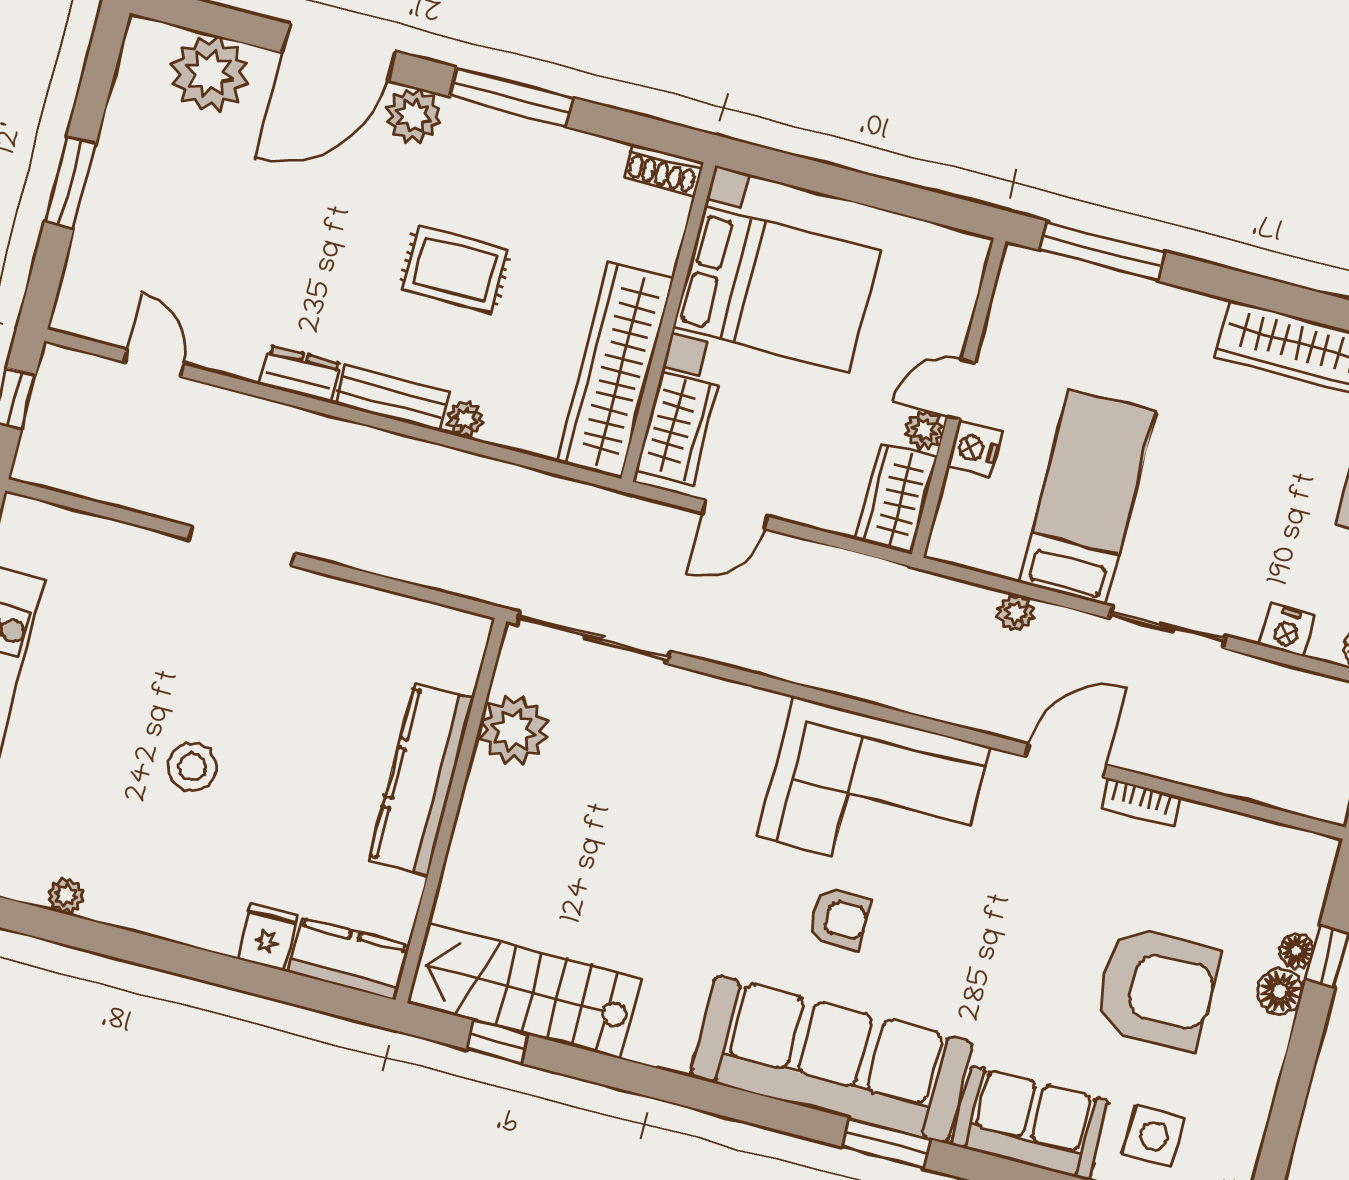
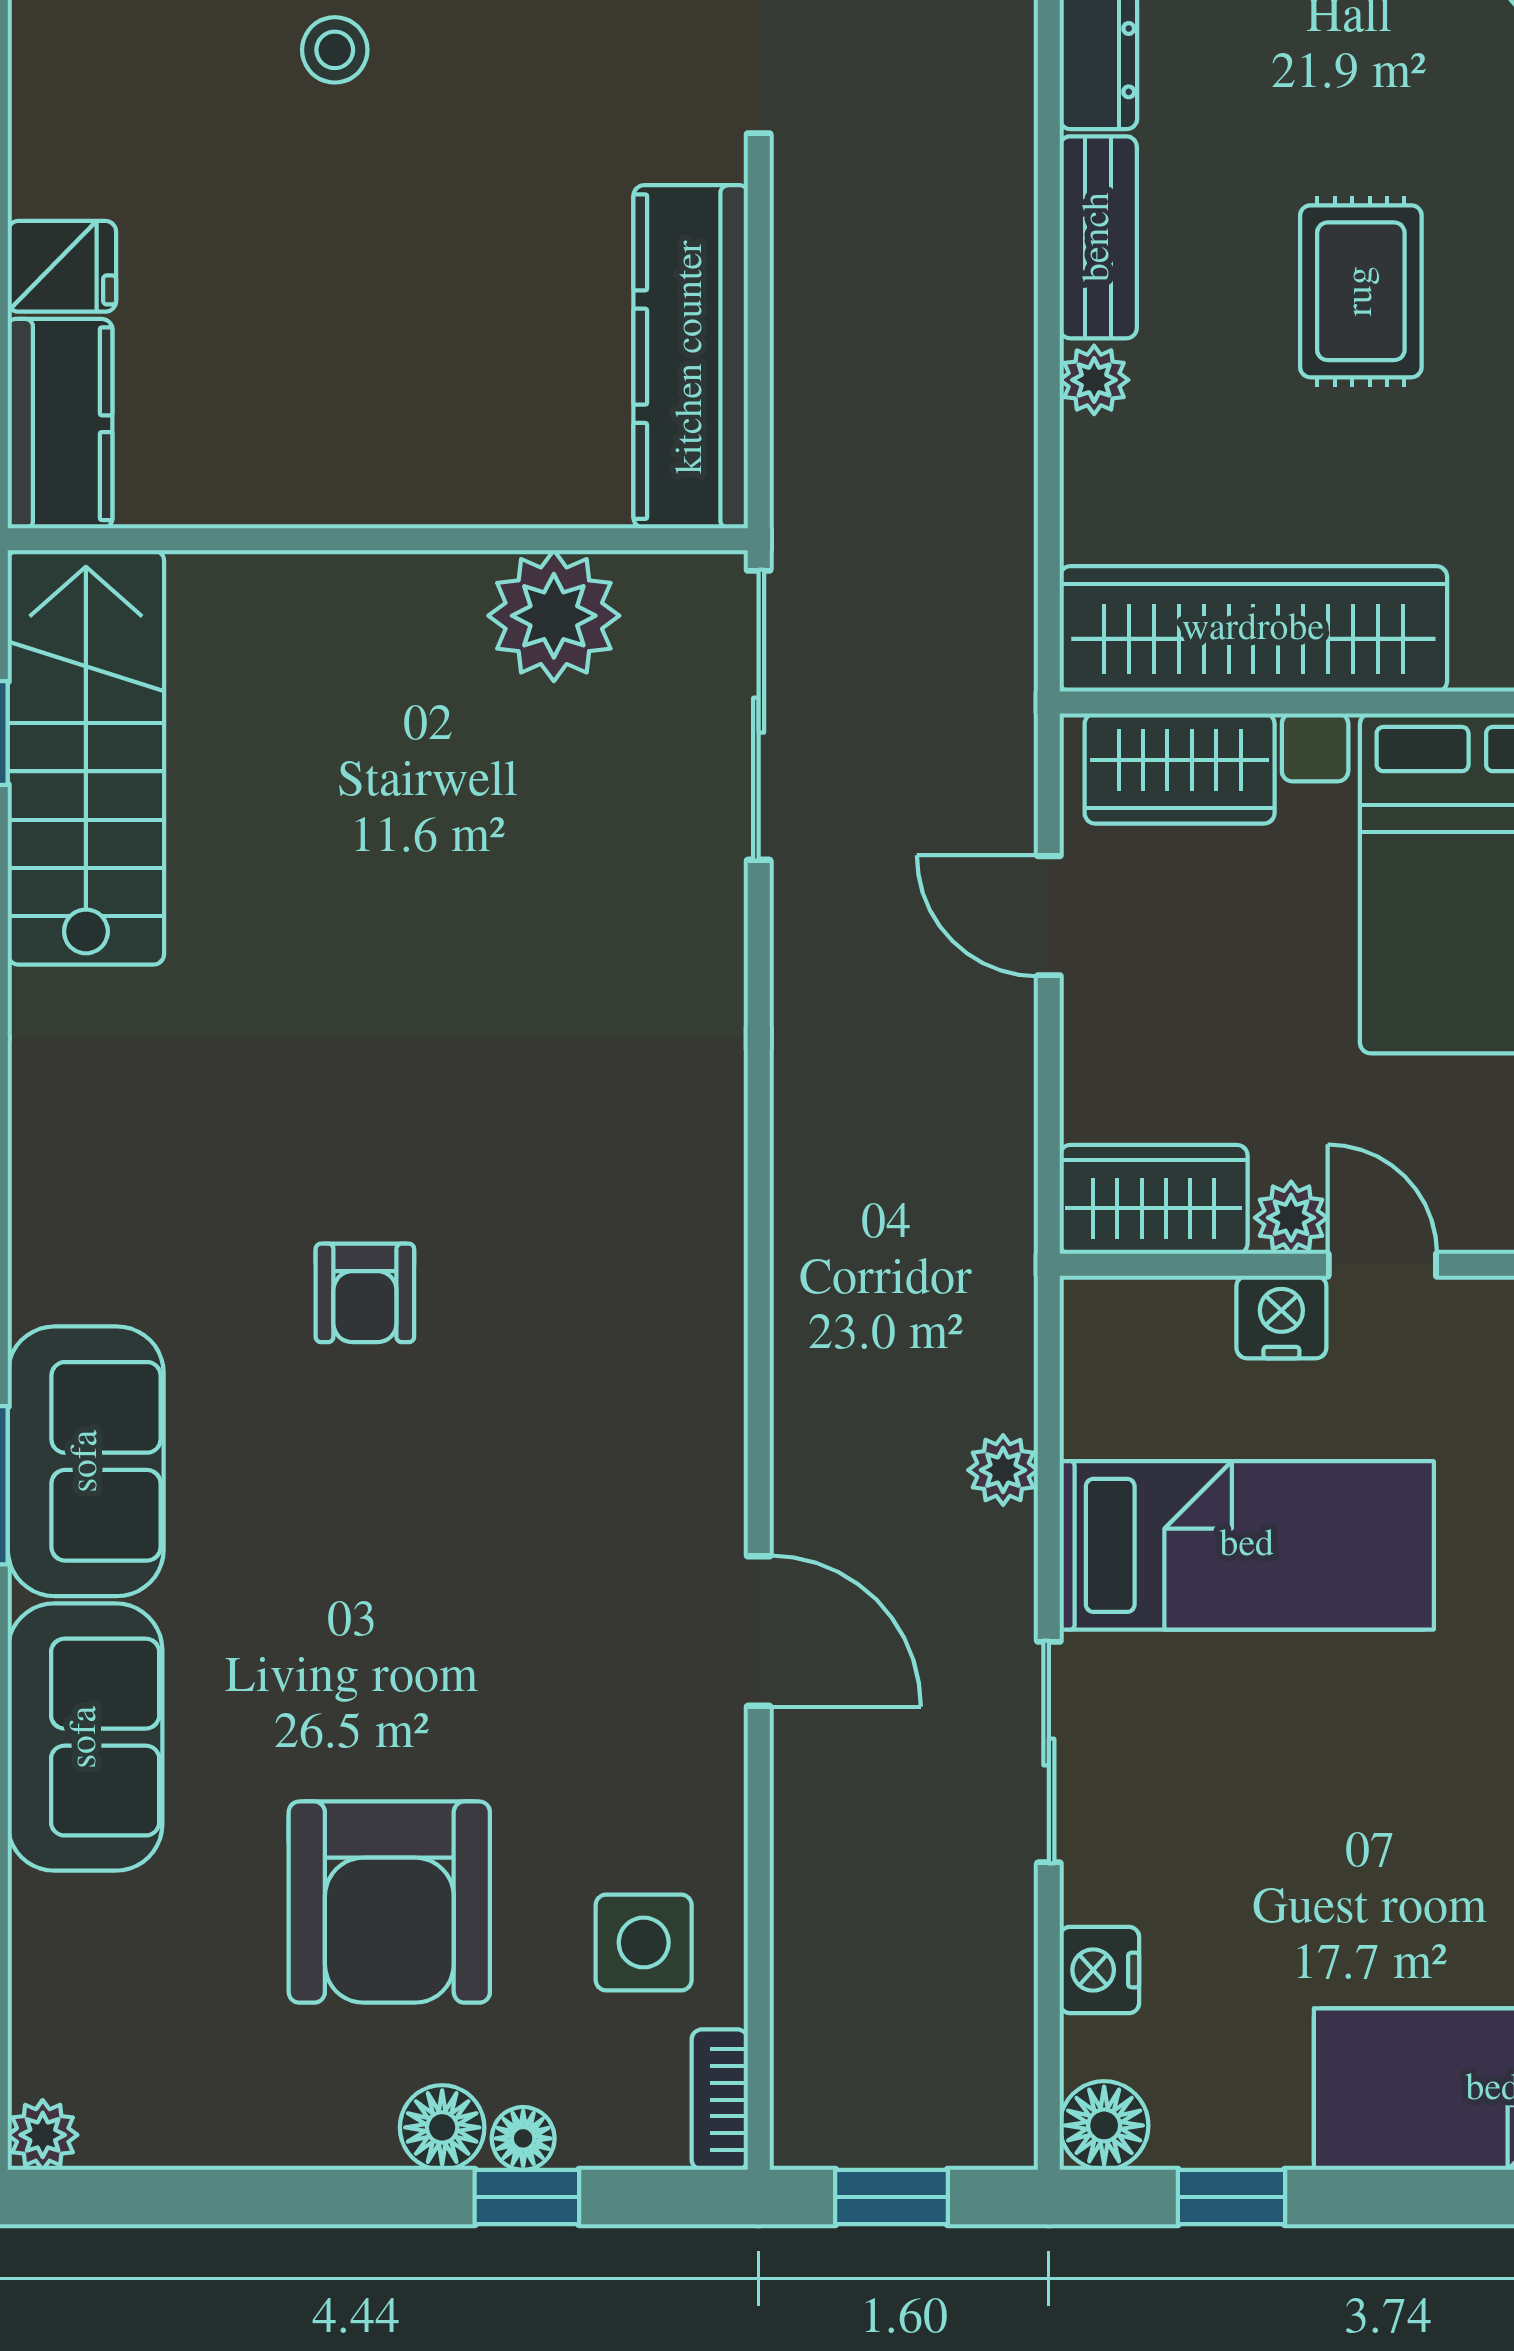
stool: (192, 767) -> (335, 50), width x0.73, depth x0.73
kitchen counter: (421, 780) -> (691, 357), moved, turned -90
corner sofa: (873, 792) -> (611, 1297), removed
bookcase: (1141, 802) -> (720, 2100), moved
sofa: (831, 1059) -> (86, 1461), width x0.54, depth x0.79
side table: (1154, 1136) -> (644, 1942), moved

